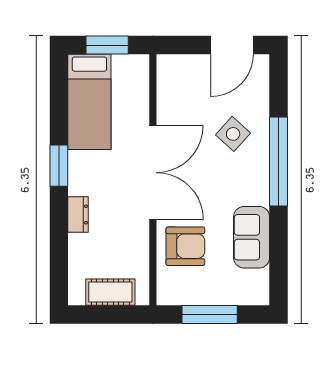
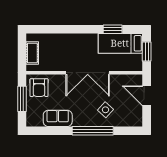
door: (232, 45) -> (147, 96), moved
window: (59, 166) -> (113, 29), moved
dresser: (78, 214) -> (68, 38), removed
armchair: (185, 246) -> (39, 88), moved

